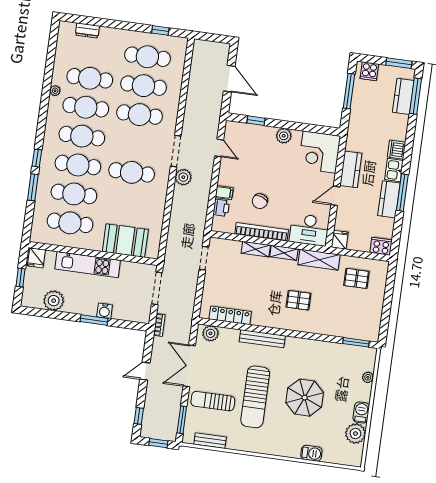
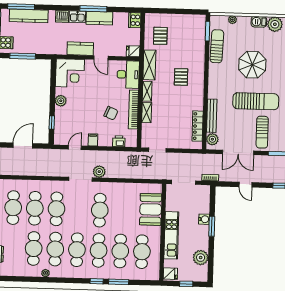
kitchen counter: (403, 96) -> (29, 16), width x1.50
filing cabinet: (224, 193) -> (93, 140), moved
bench: (262, 339) -> (212, 116), moved
sun lounger: (334, 353) -> (217, 46), added

